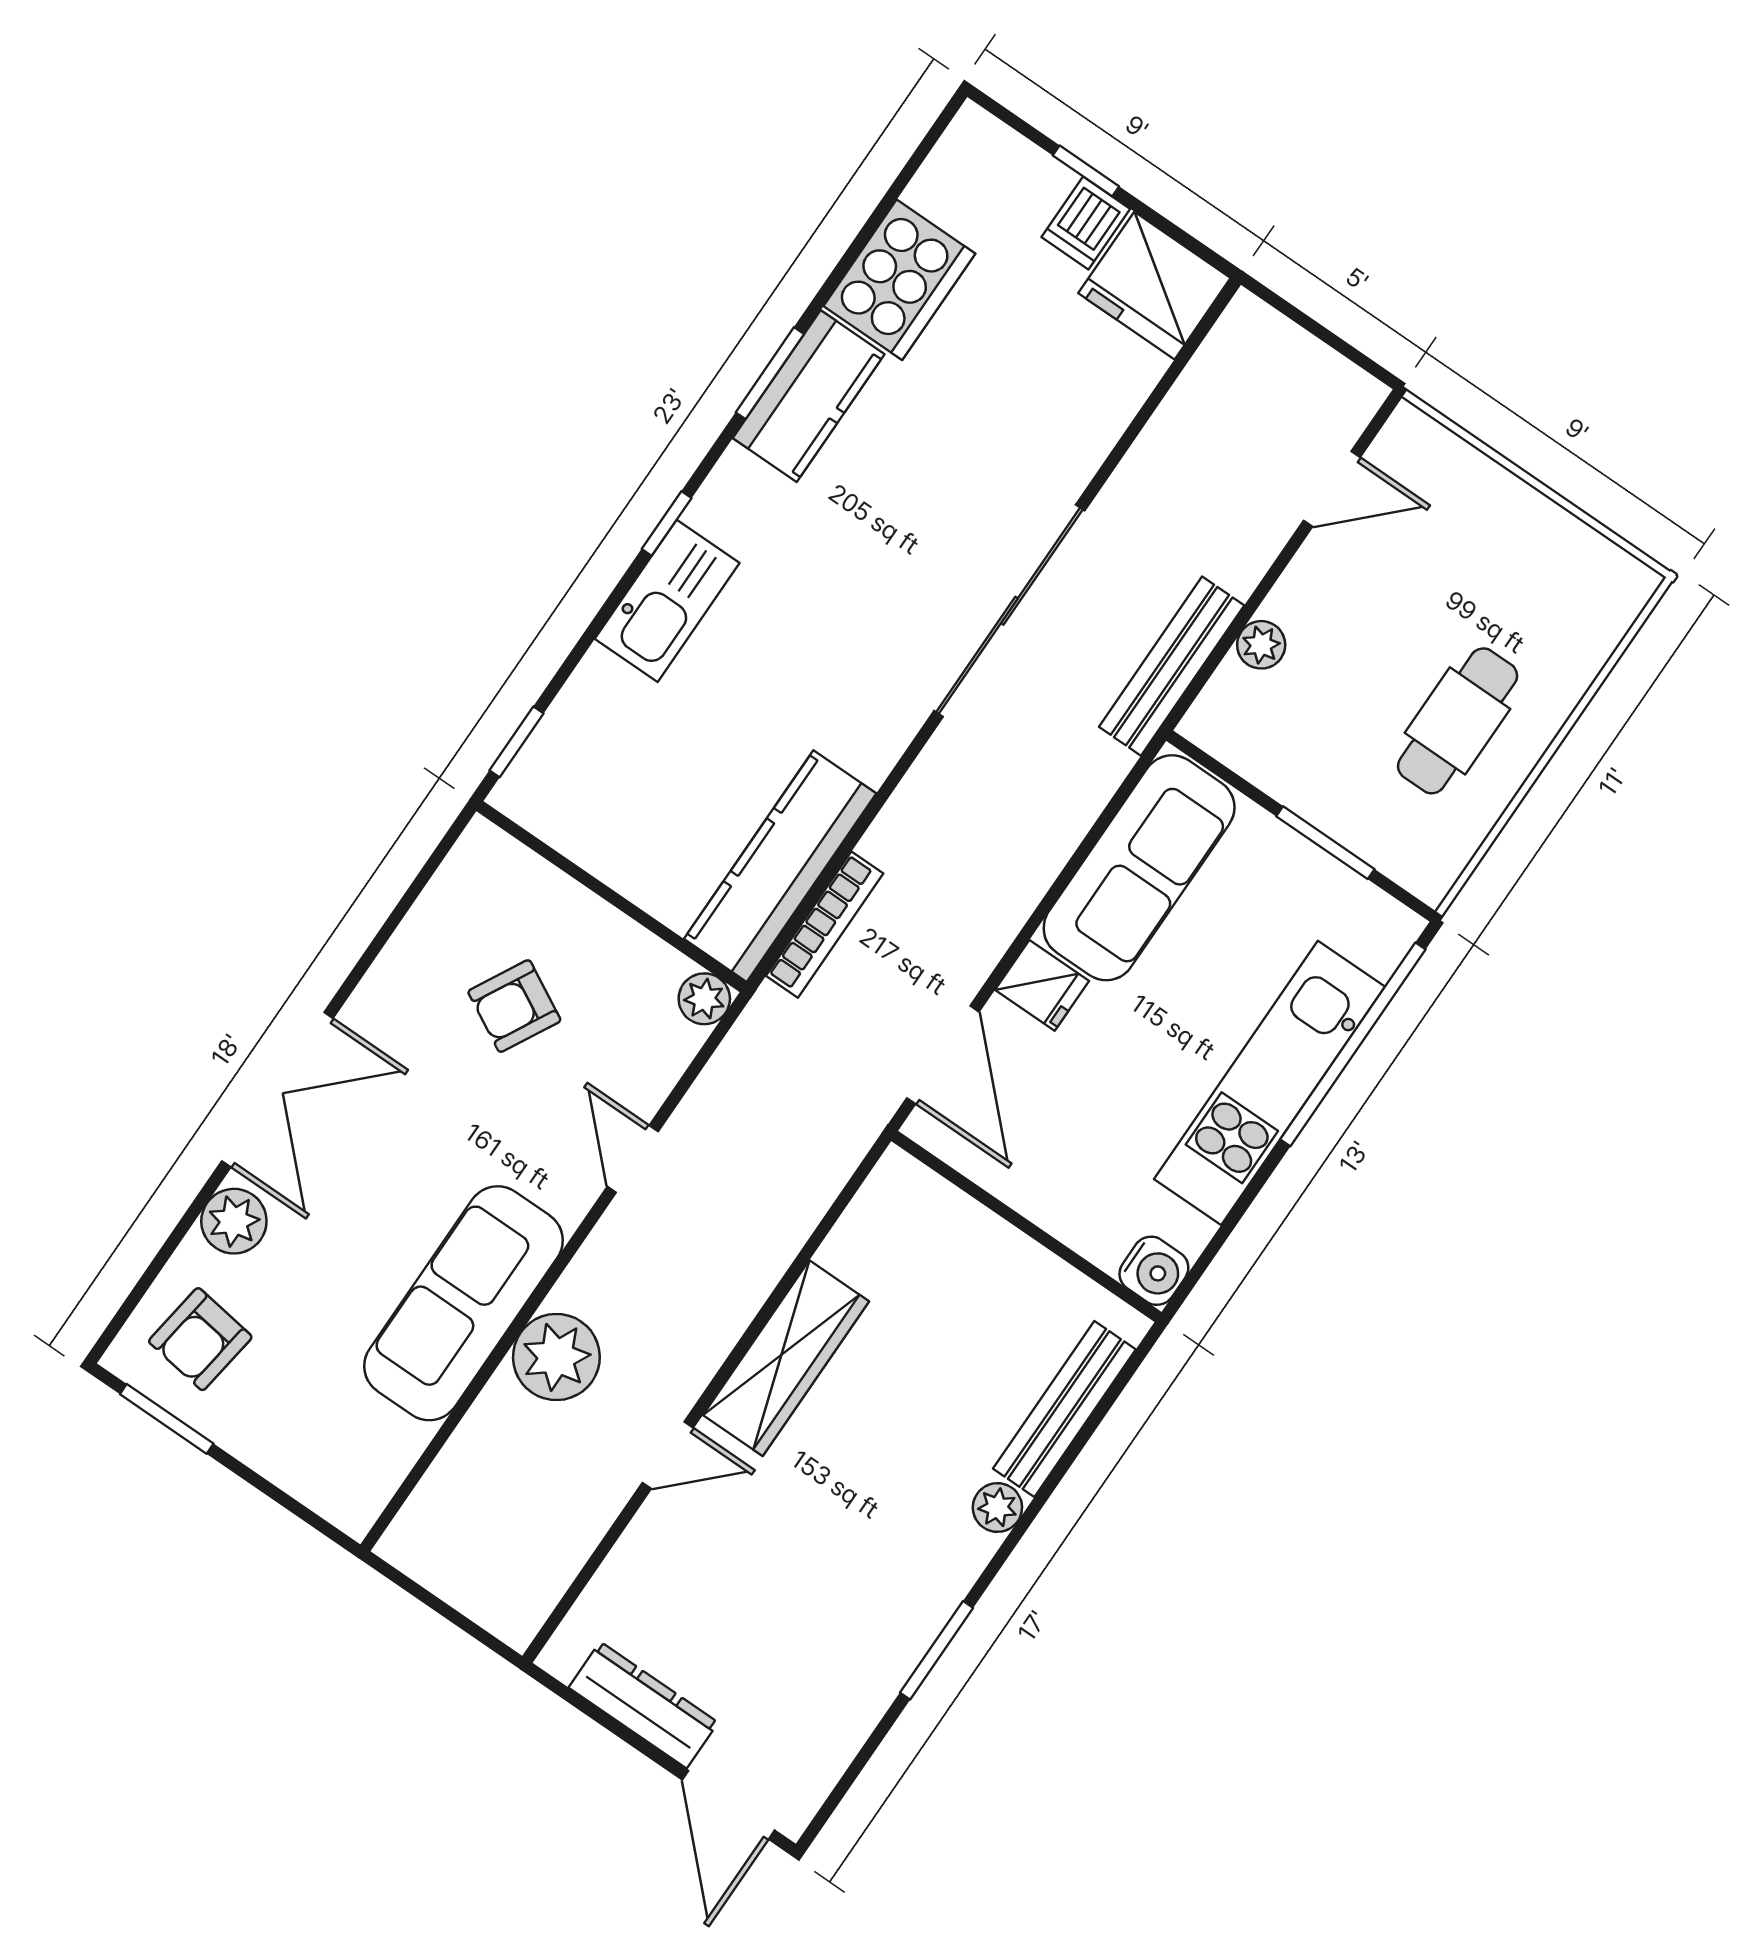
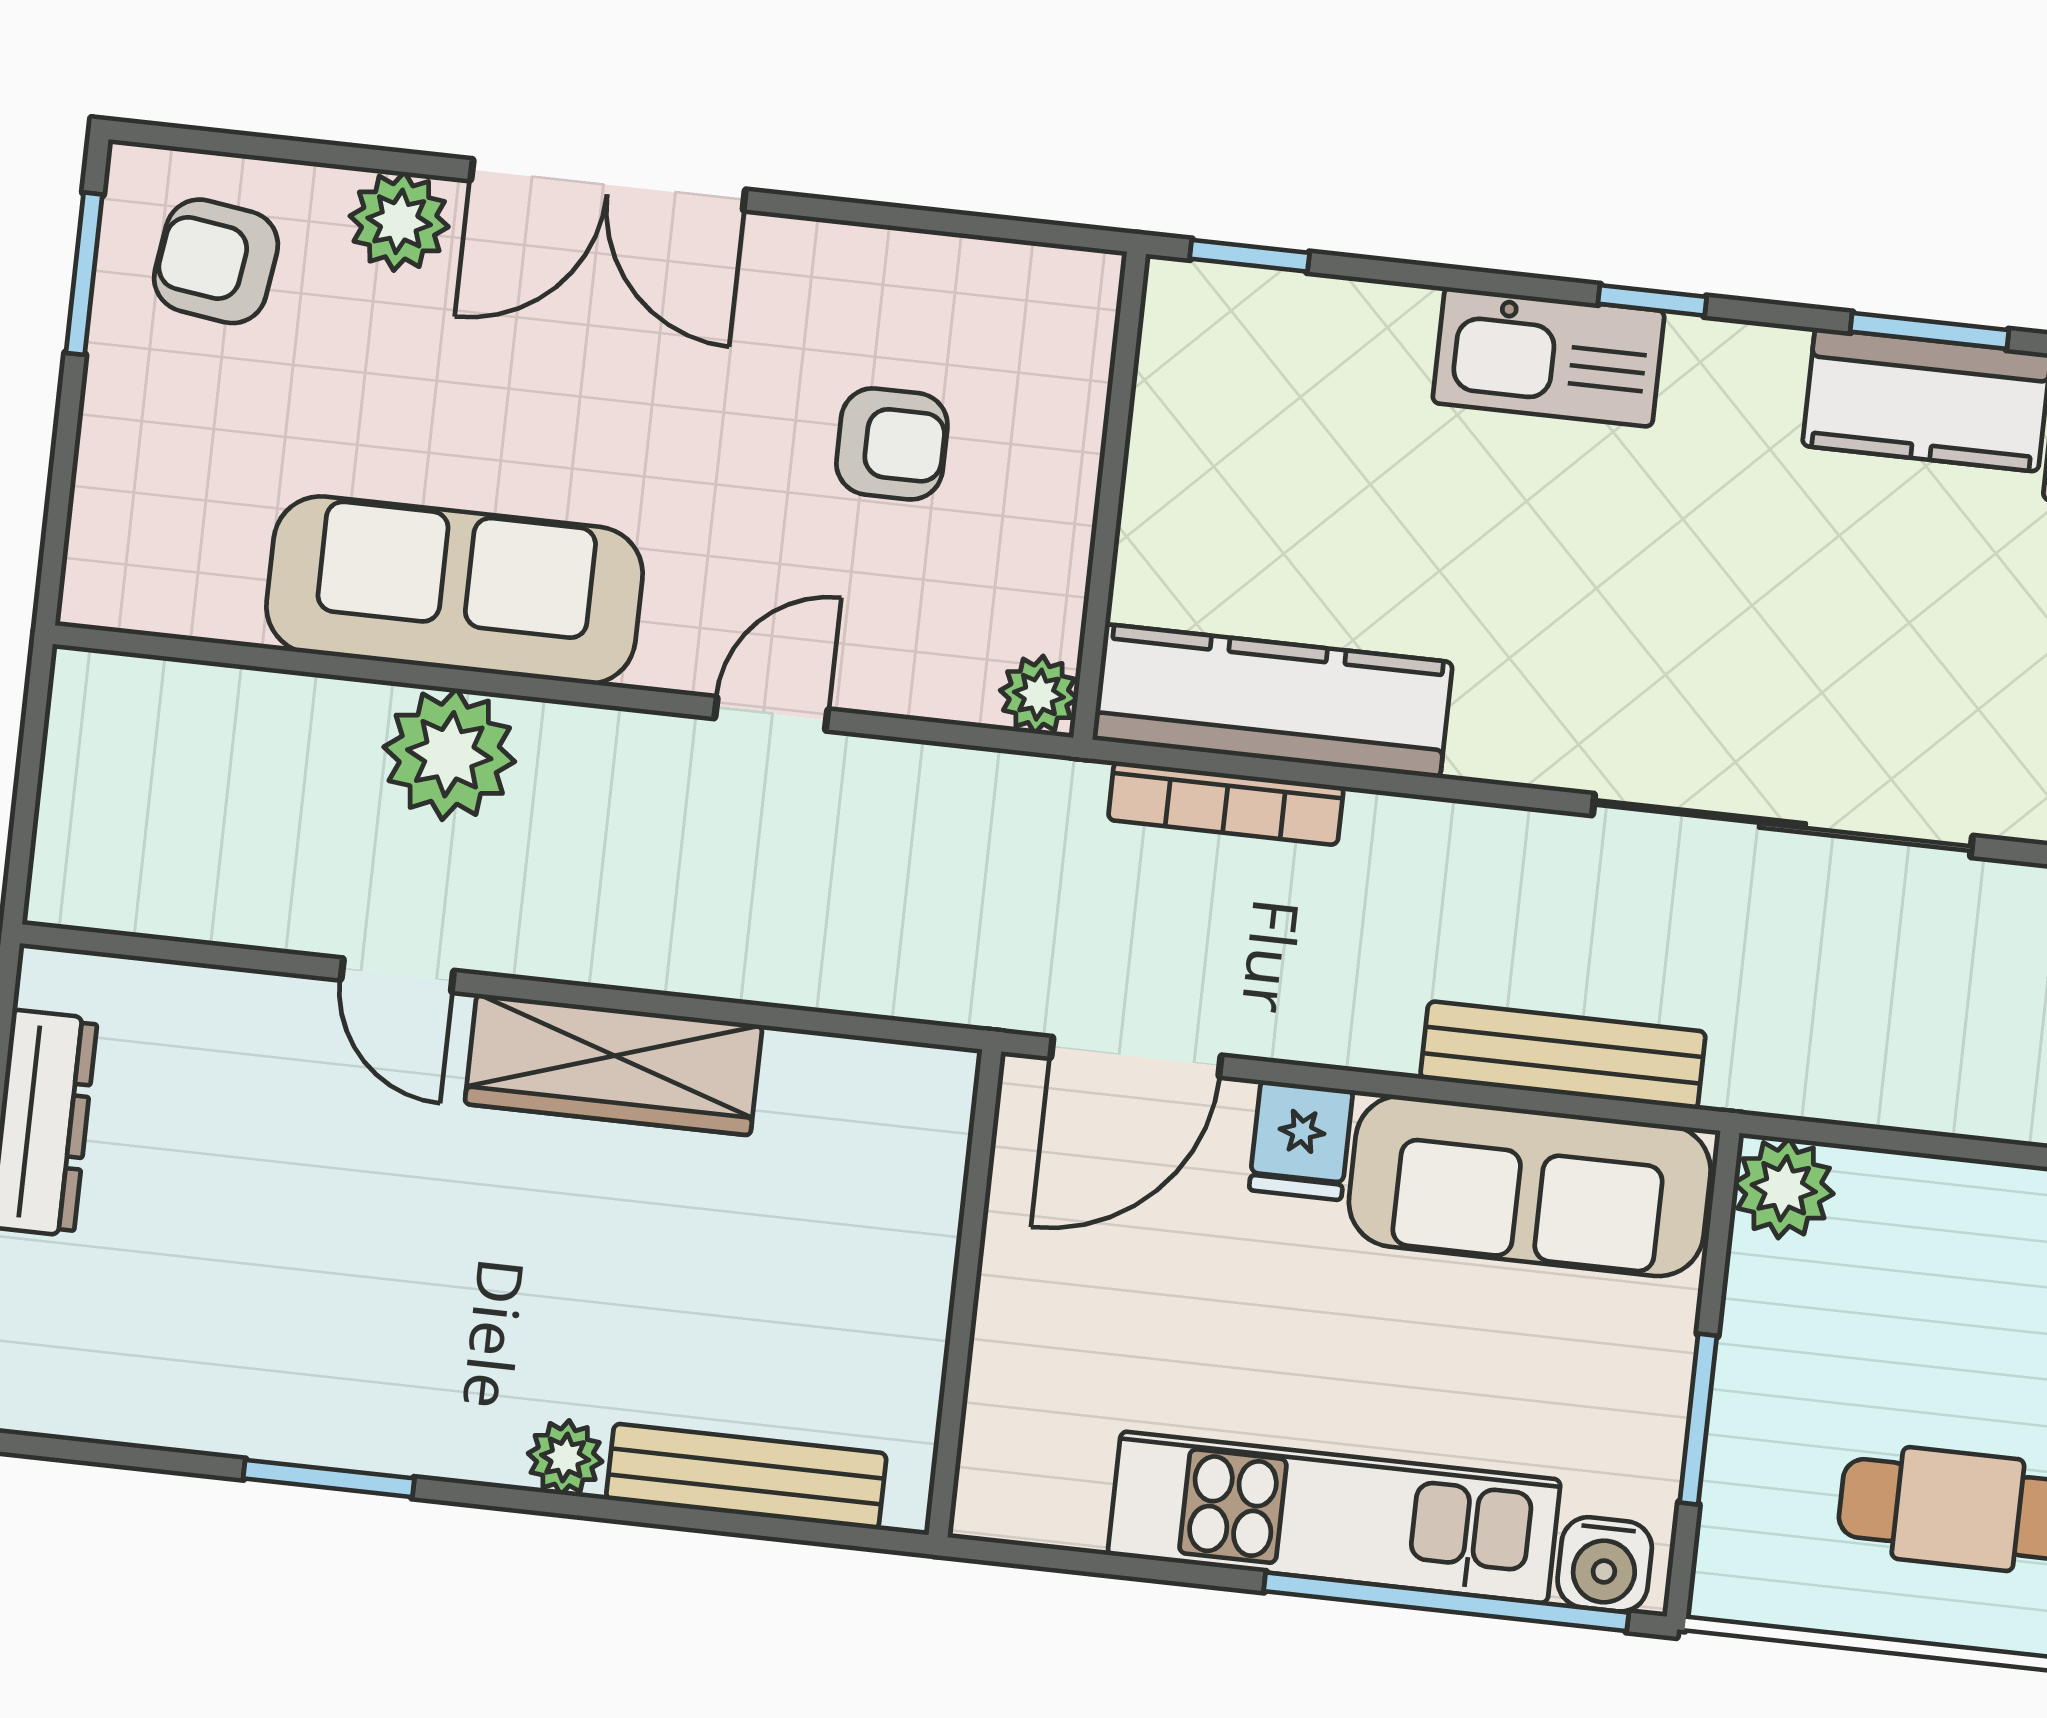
plant: (1261, 645) -> (1784, 1188), moved, width x1.38, depth x1.38
bench: (1172, 666) -> (1563, 1055), moved
armchair: (514, 1006) -> (892, 444), turned 152
water cooler: (1154, 1271) -> (1605, 1564), moved

